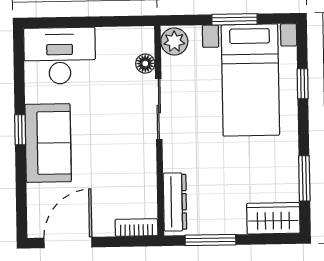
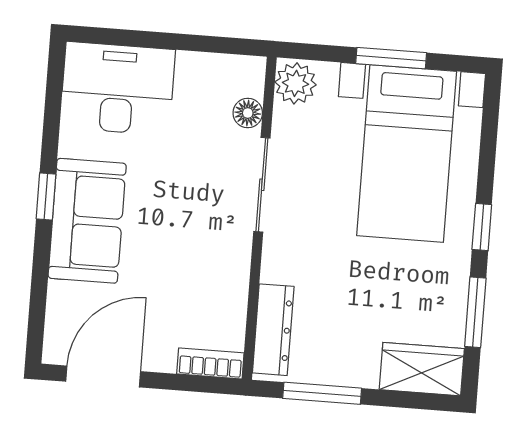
window: (303, 84) -> (482, 227), moved

